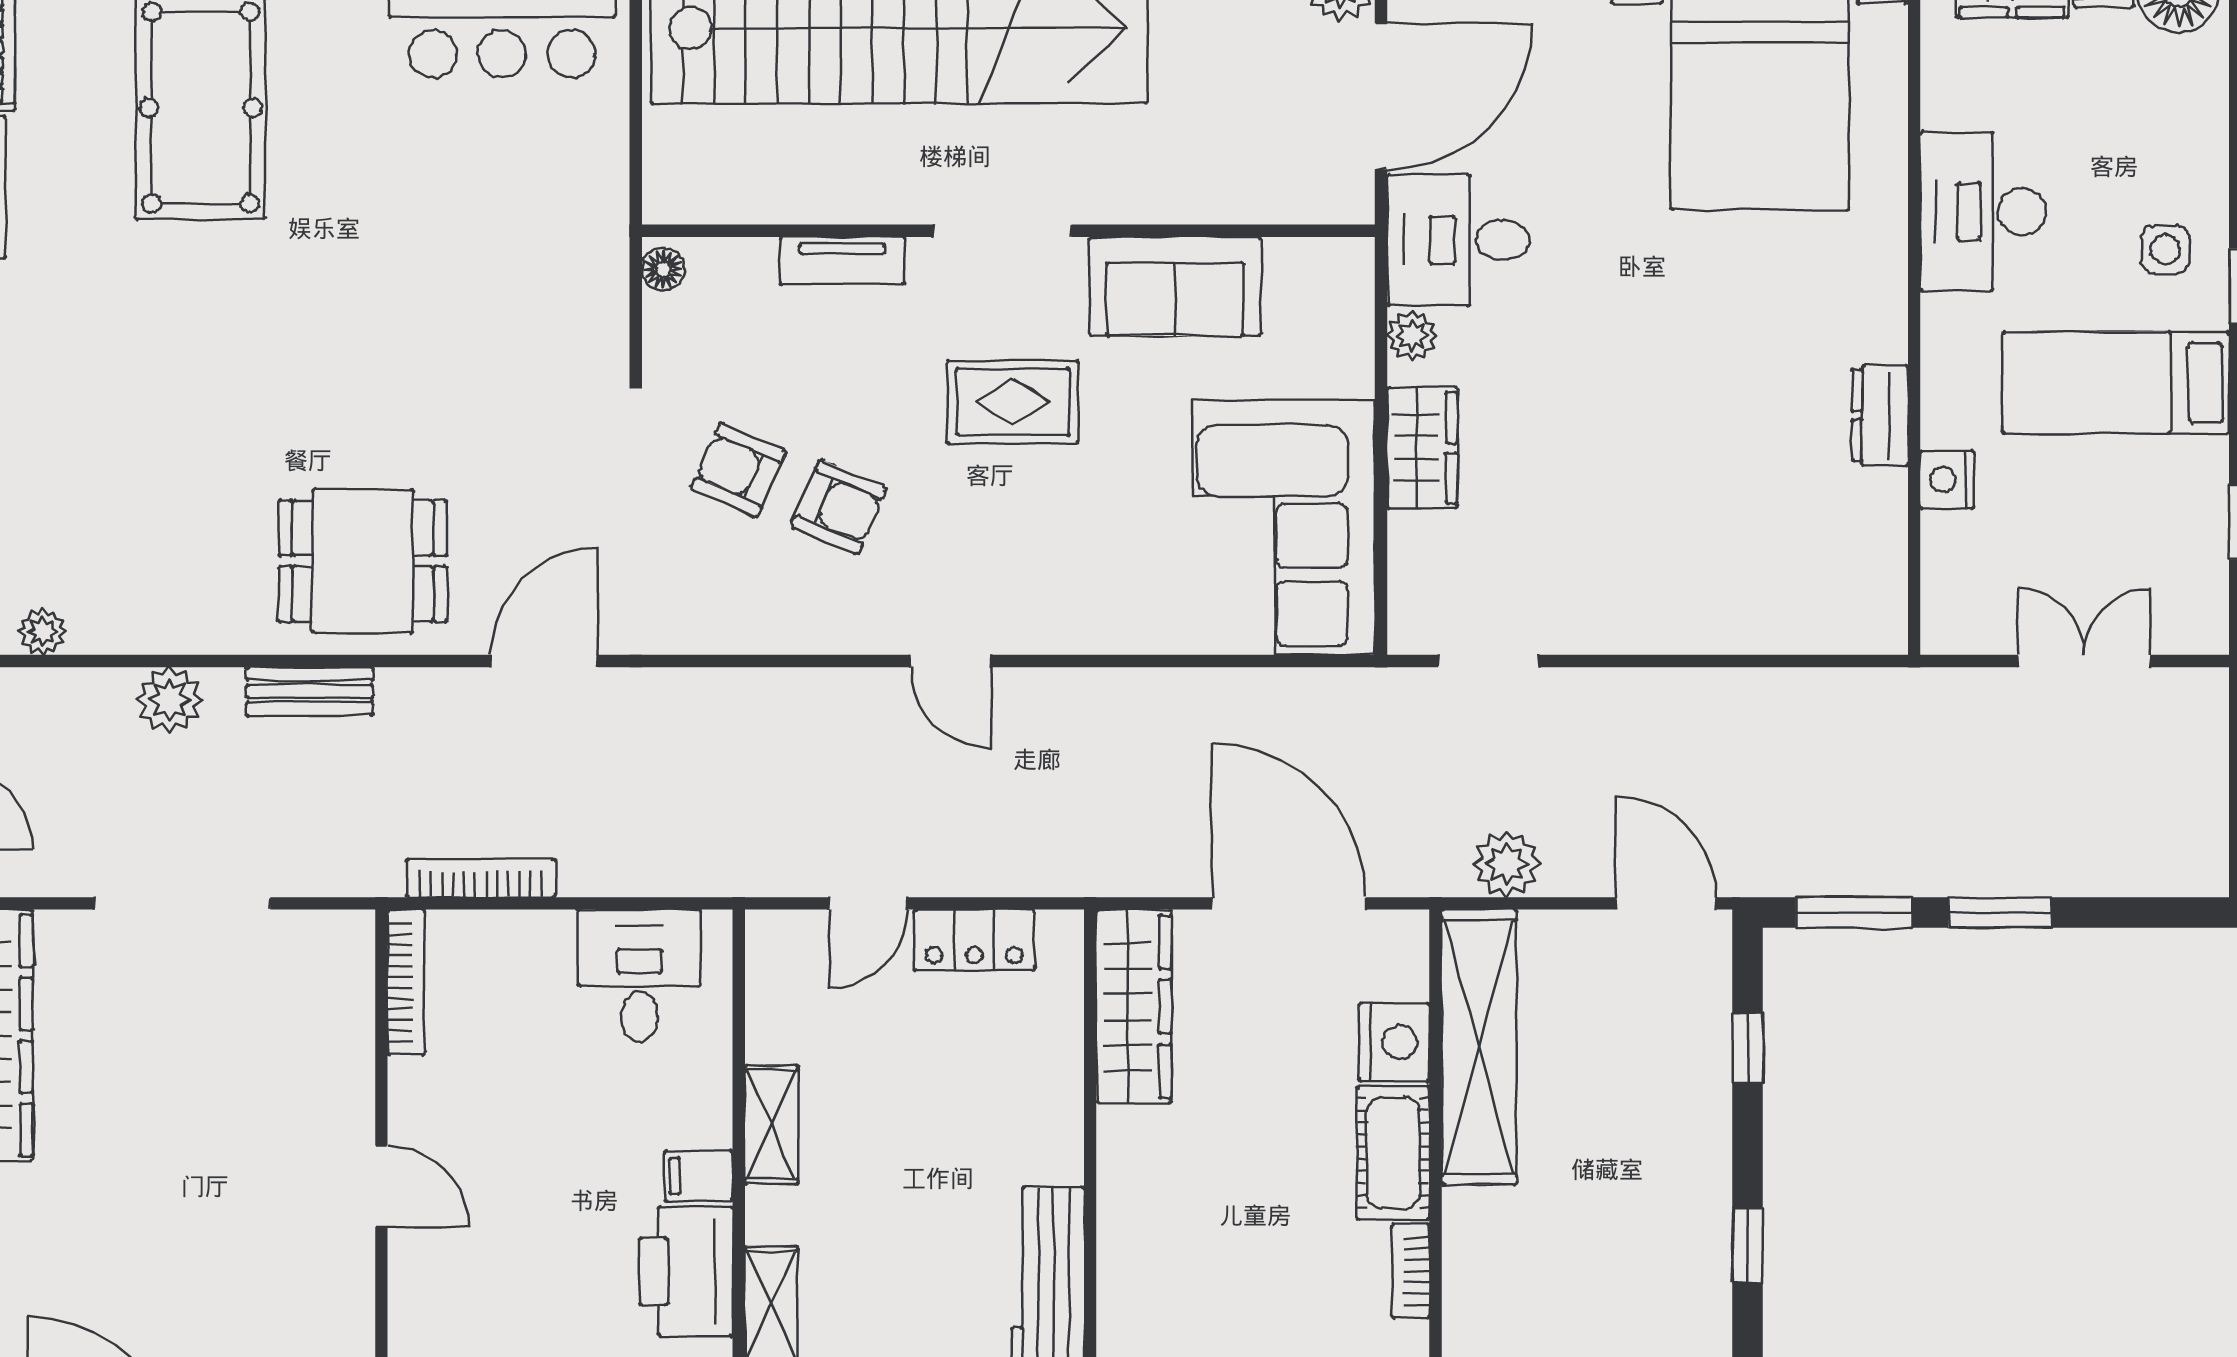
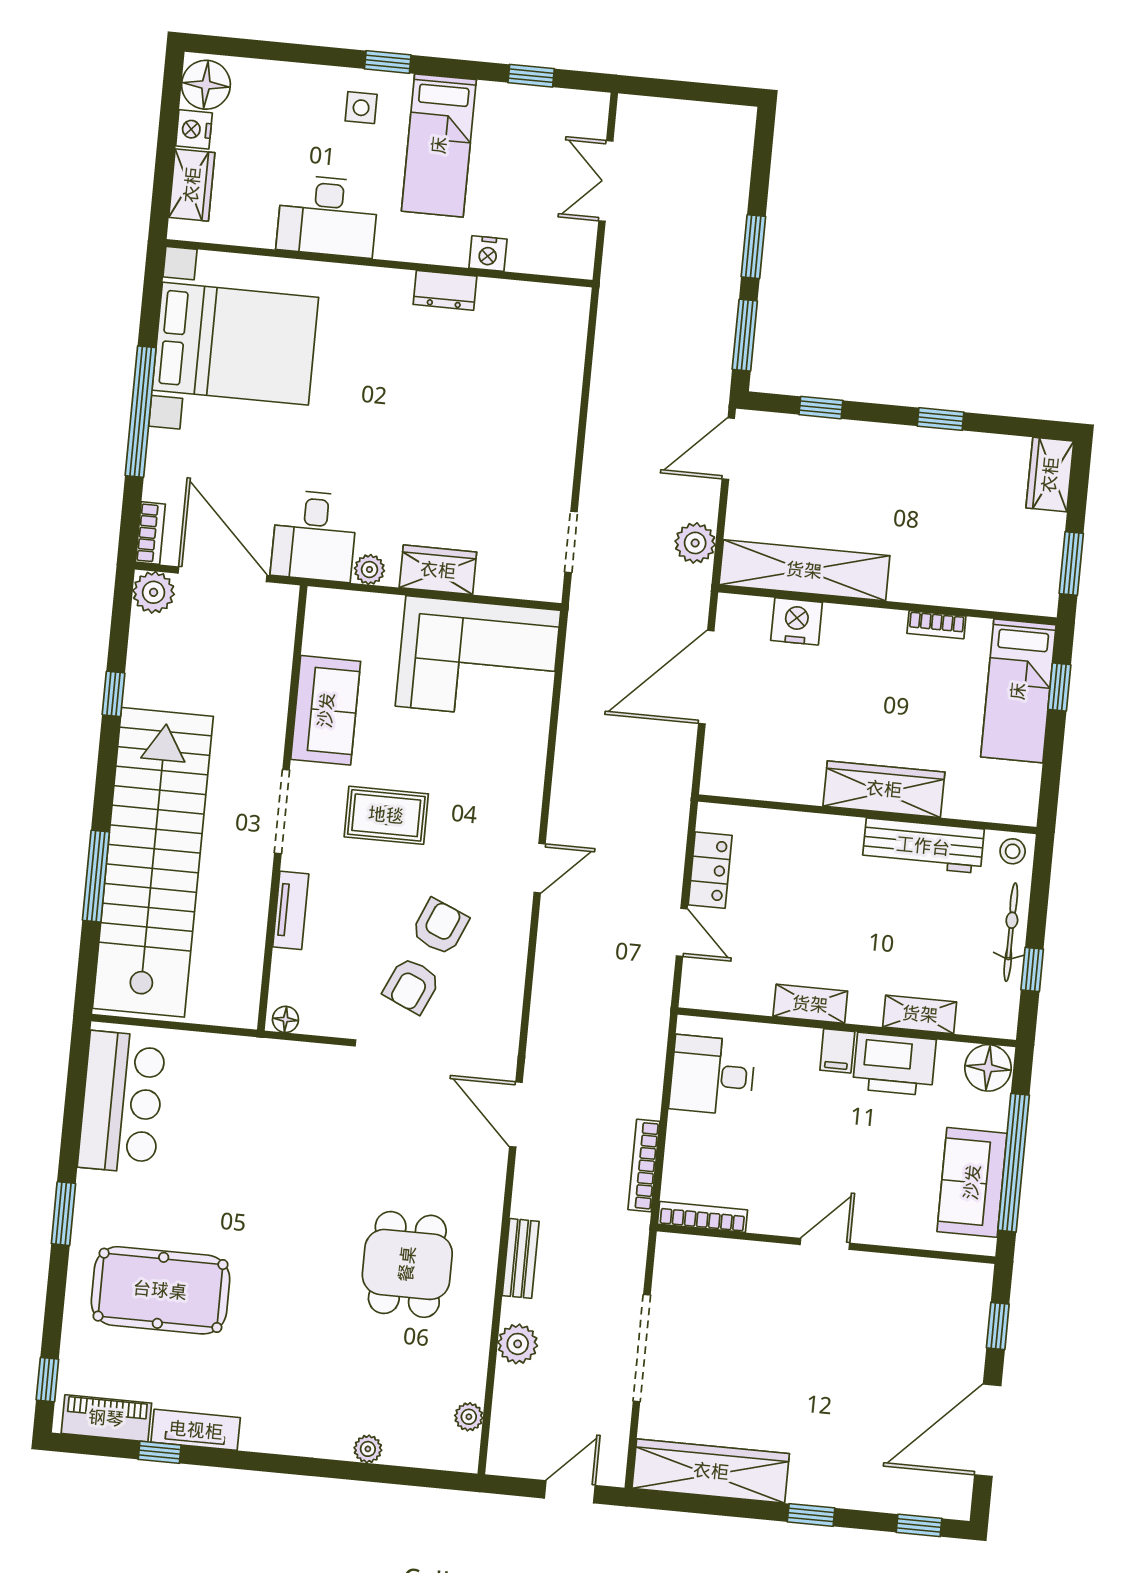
rug: (1013, 402) -> (386, 815), turned 90
dining table: (363, 561) -> (407, 1264), moved
wardrobe: (1134, 1006) -> (884, 789), moved
cot: (1393, 1153) -> (864, 628), removed

